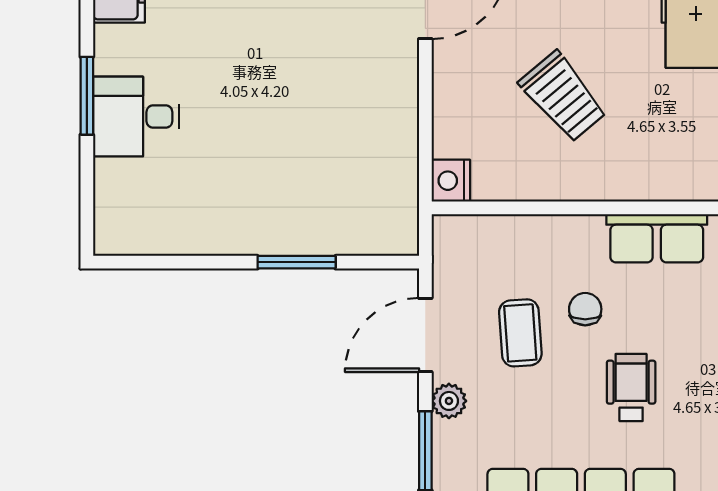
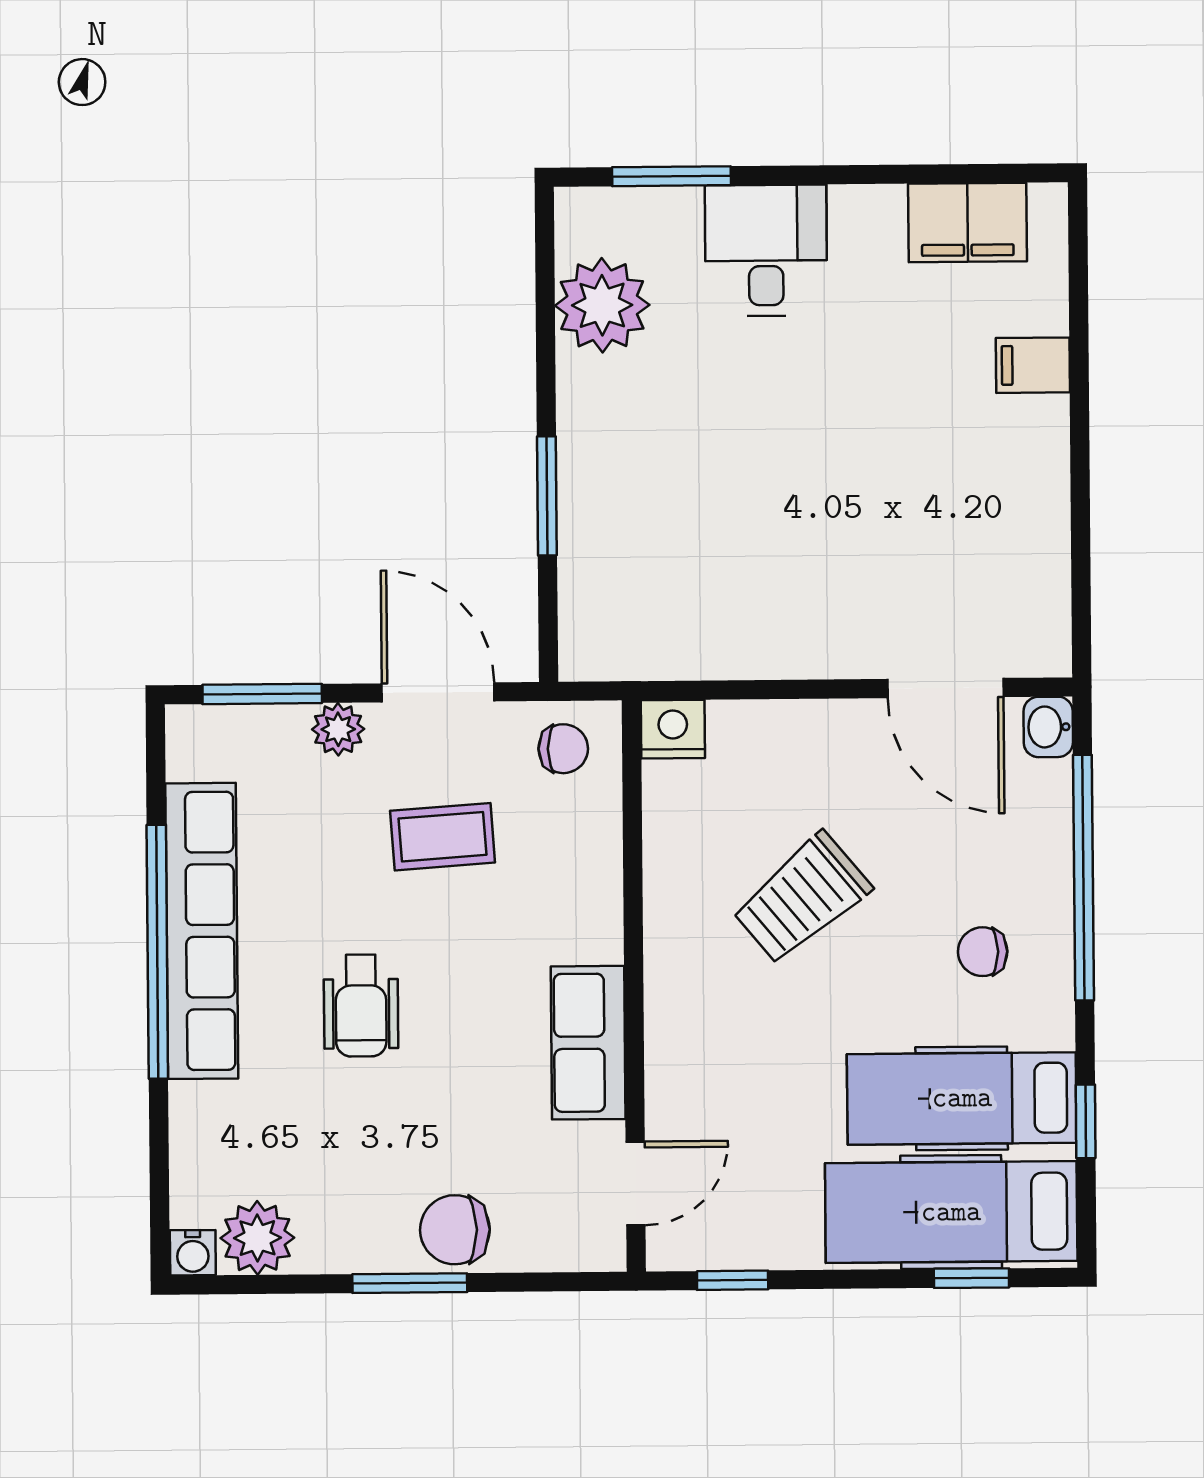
window: (87, 96) -> (671, 176), moved
plant: (171, 225) -> (602, 305), added
chair: (585, 309) -> (563, 749), moved
wheelchair: (631, 387) -> (361, 1006), turned 90

